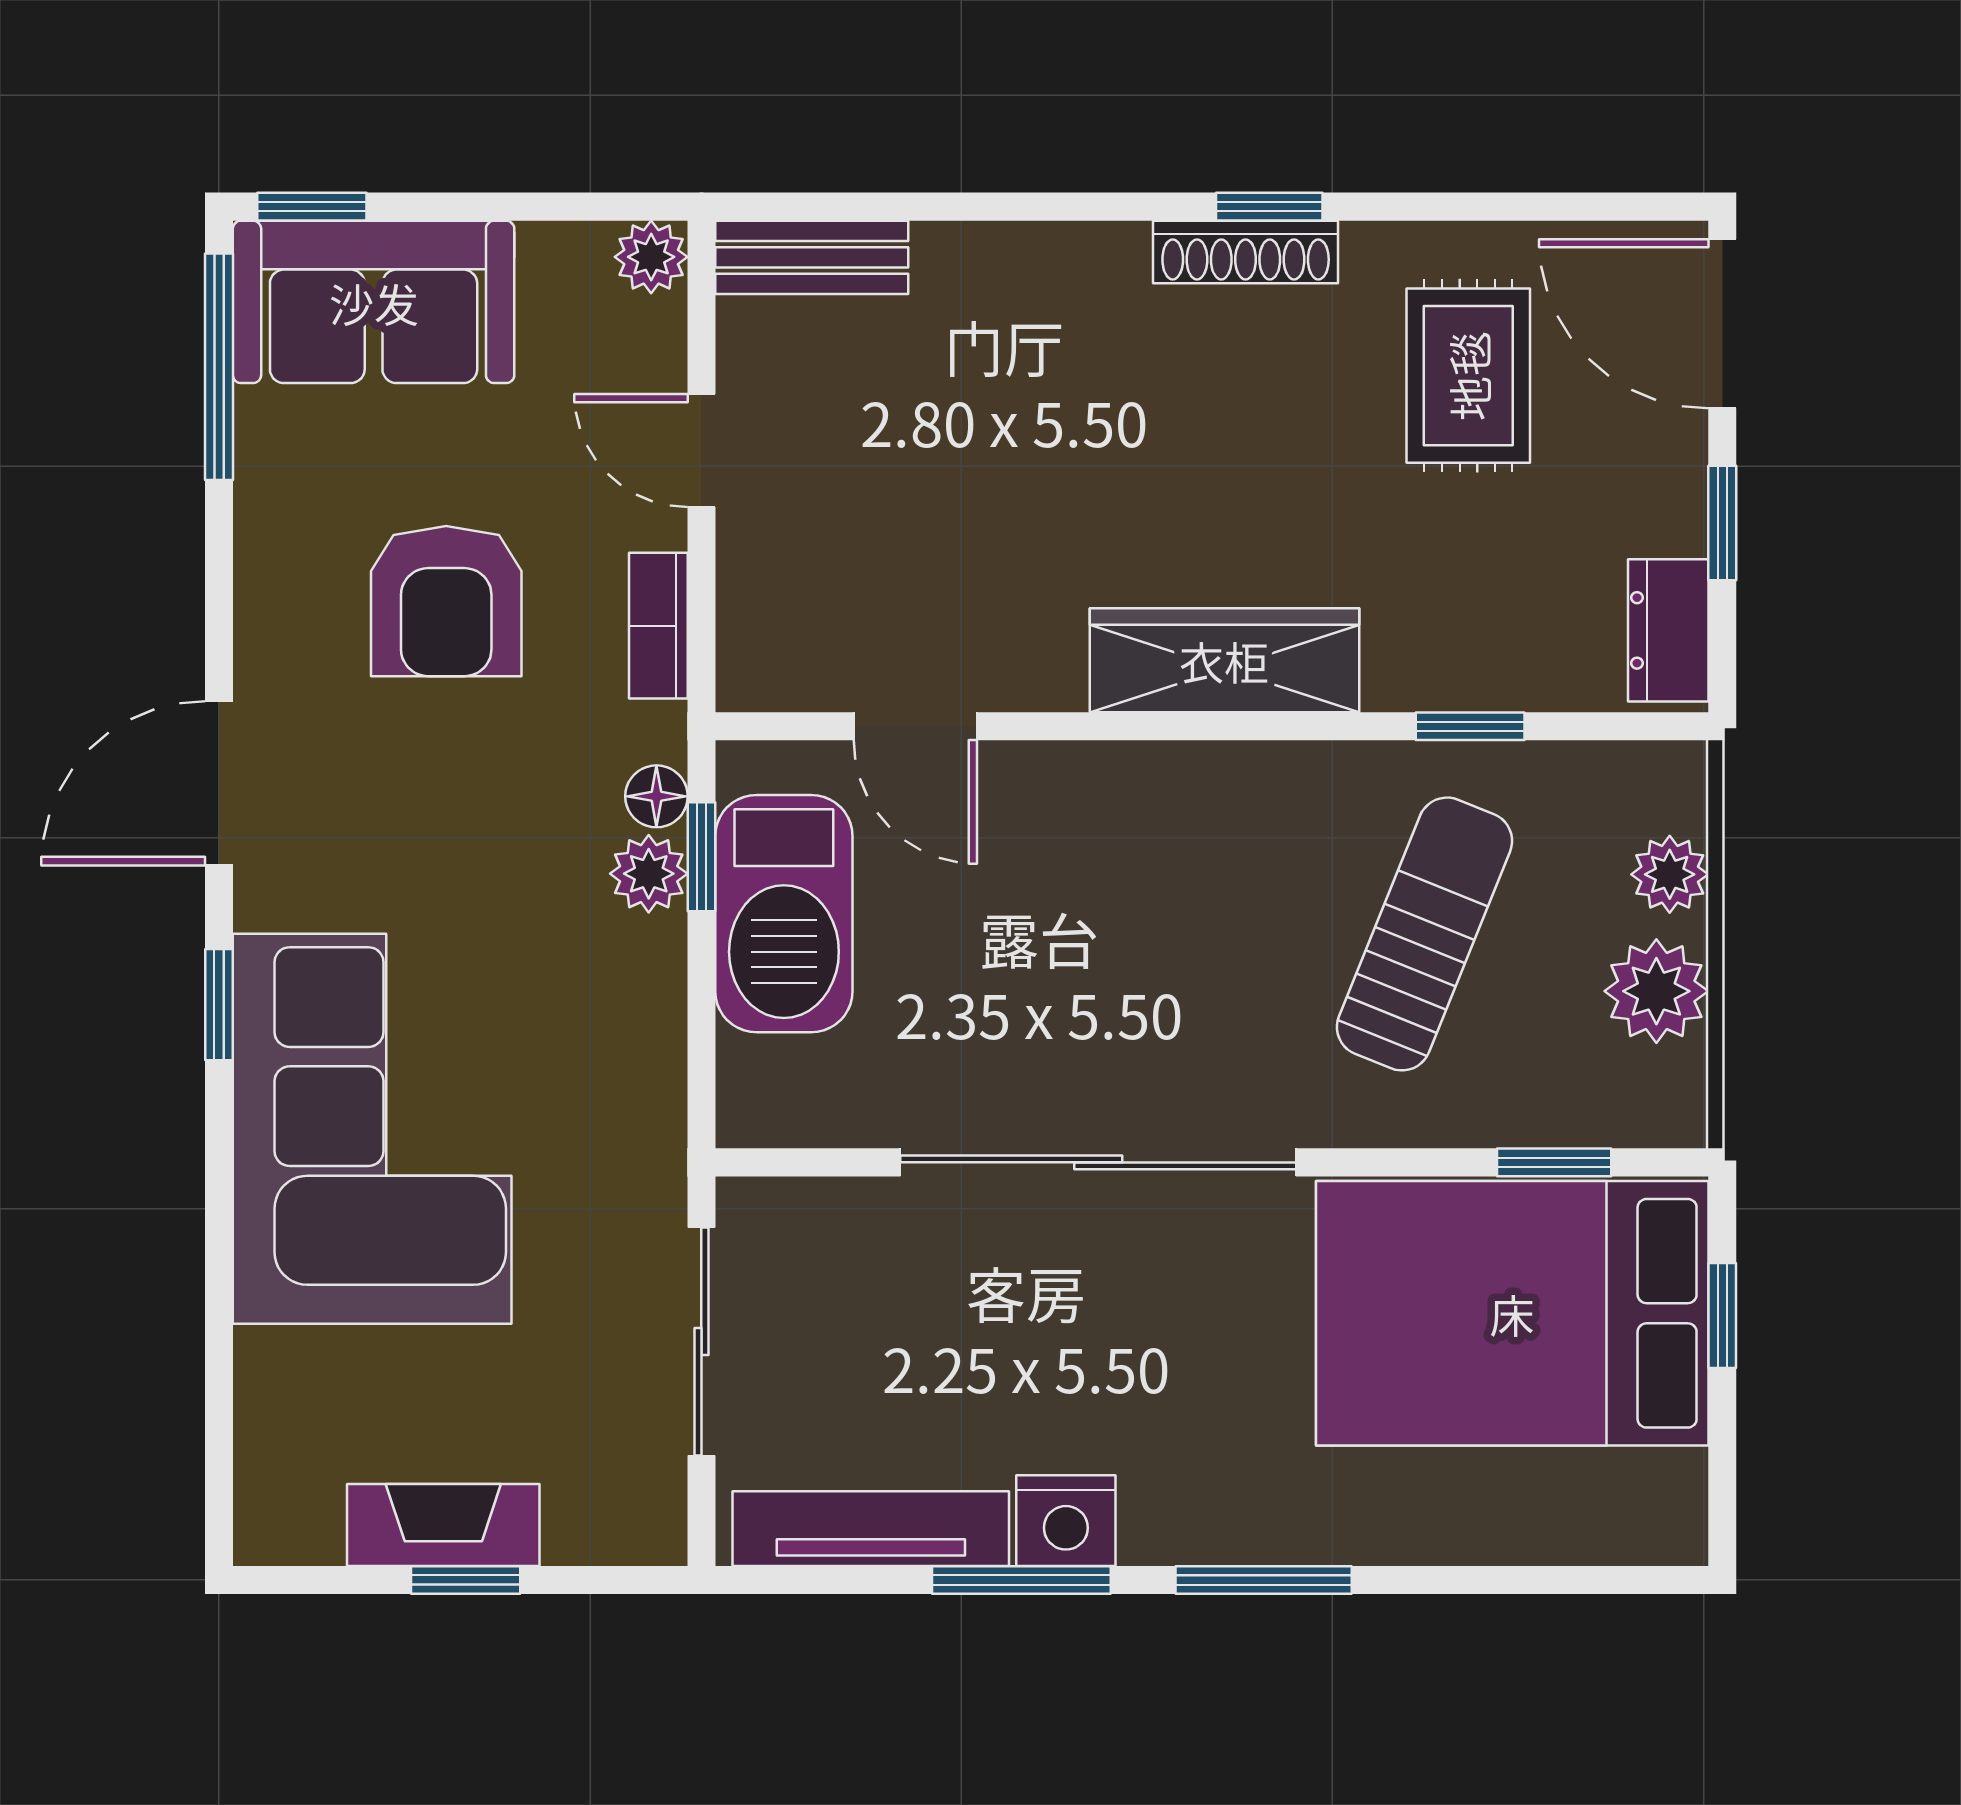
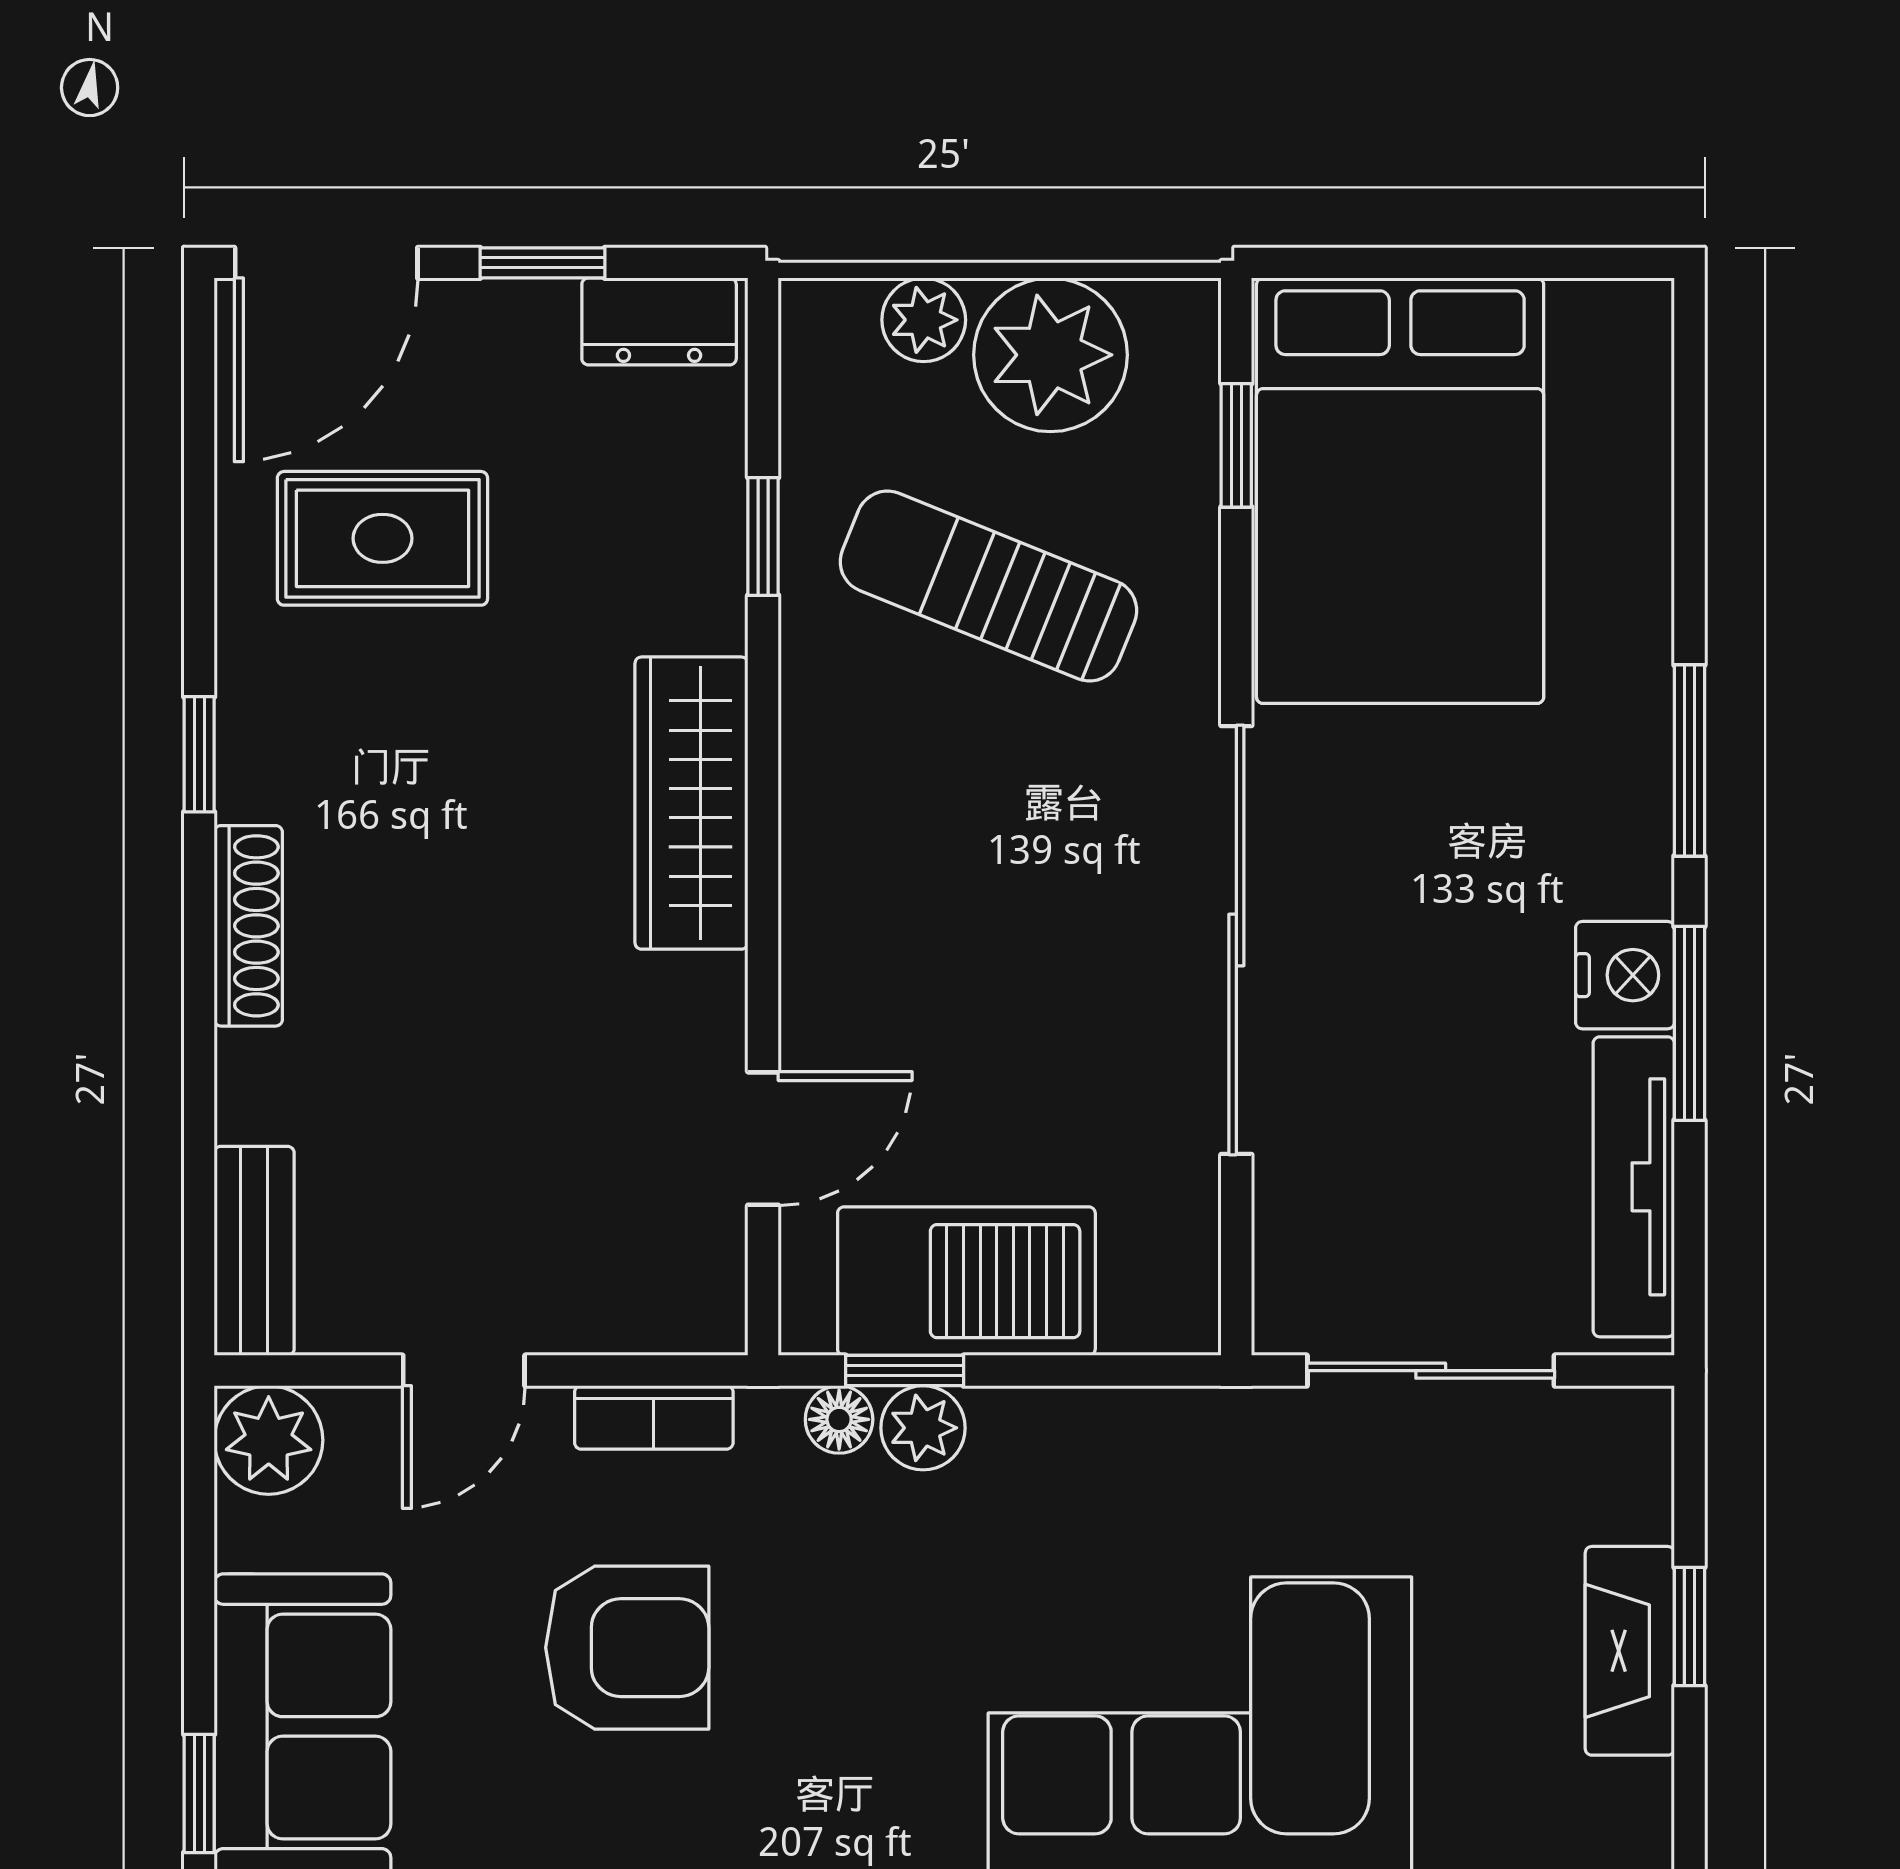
shoe rack: (1246, 252) -> (248, 926), moved
plant: (651, 257) -> (269, 1440), width x1.38, depth x1.38
plant: (1656, 991) -> (1050, 355), width x1.36, depth x1.36
window: (1722, 1315) -> (1402, 263), removed

